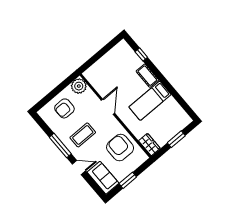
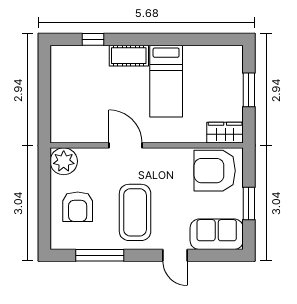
coffee table: (83, 135) -> (135, 212), width x1.36, depth x1.32
window: (60, 146) -> (100, 255), moved
armchair: (120, 147) -> (215, 171), moved
door: (79, 168) -> (175, 255), swing flipped

